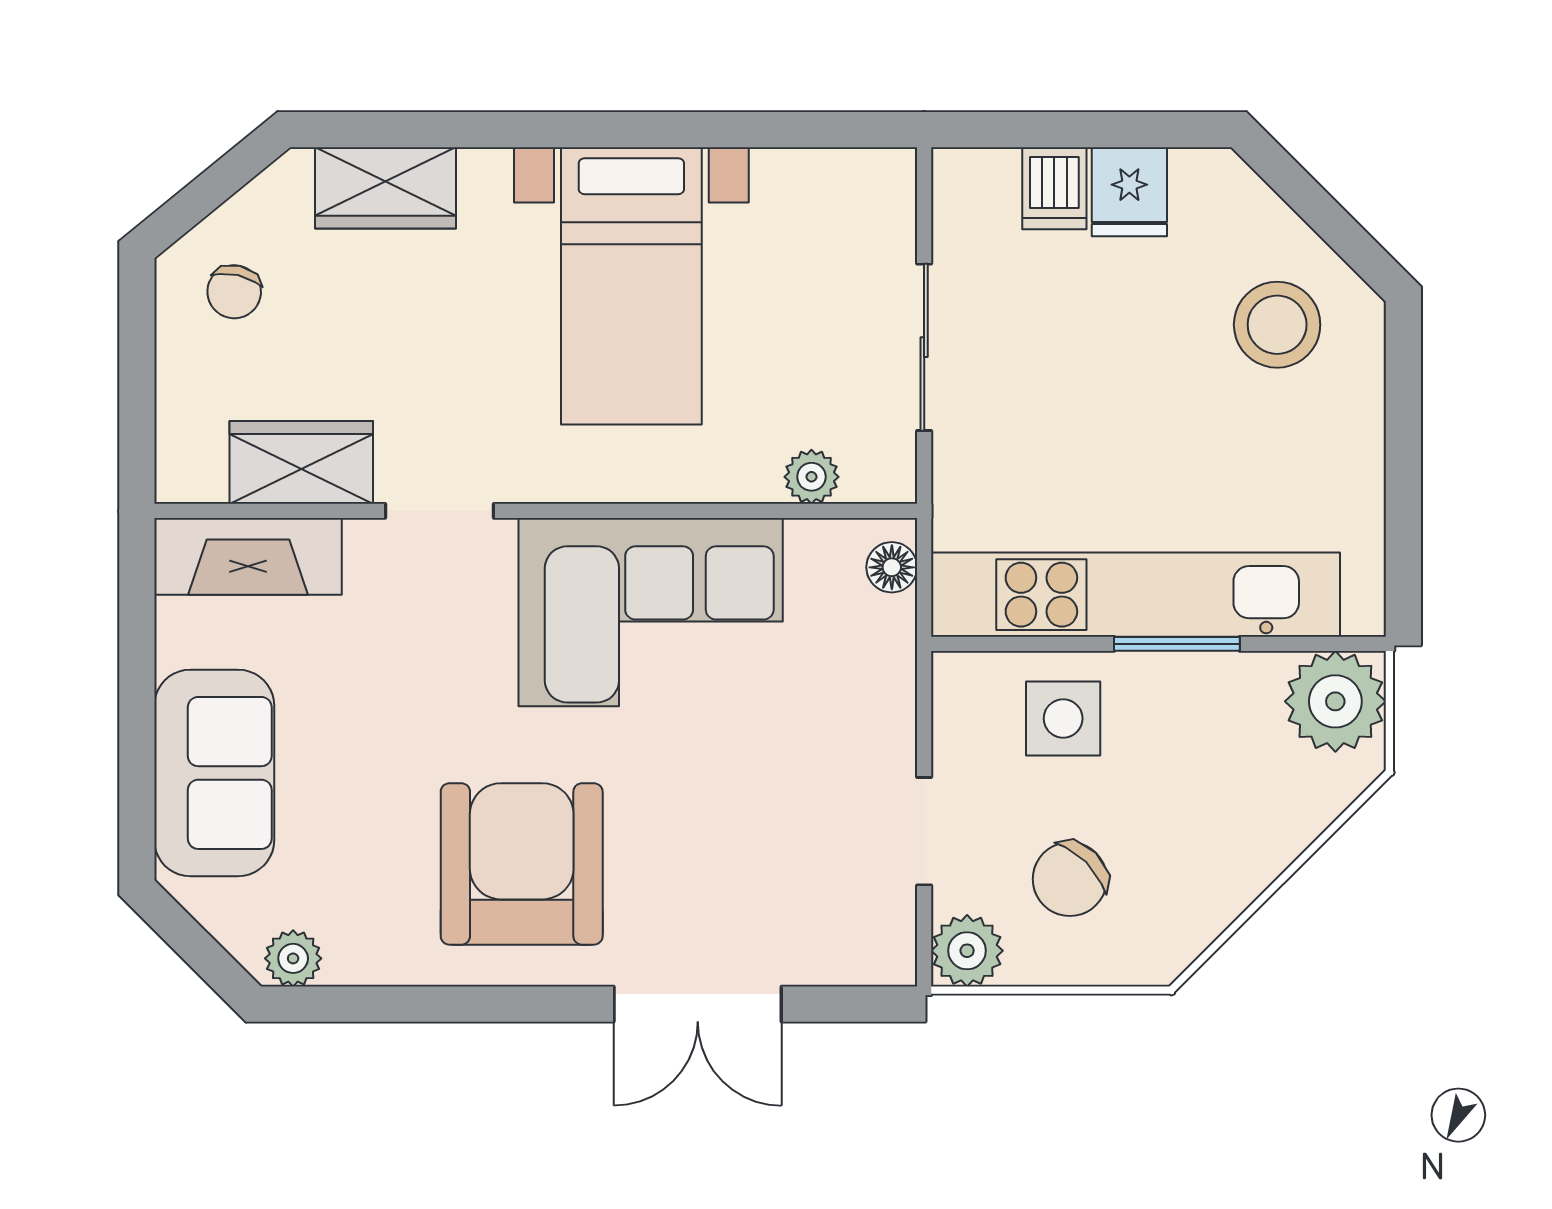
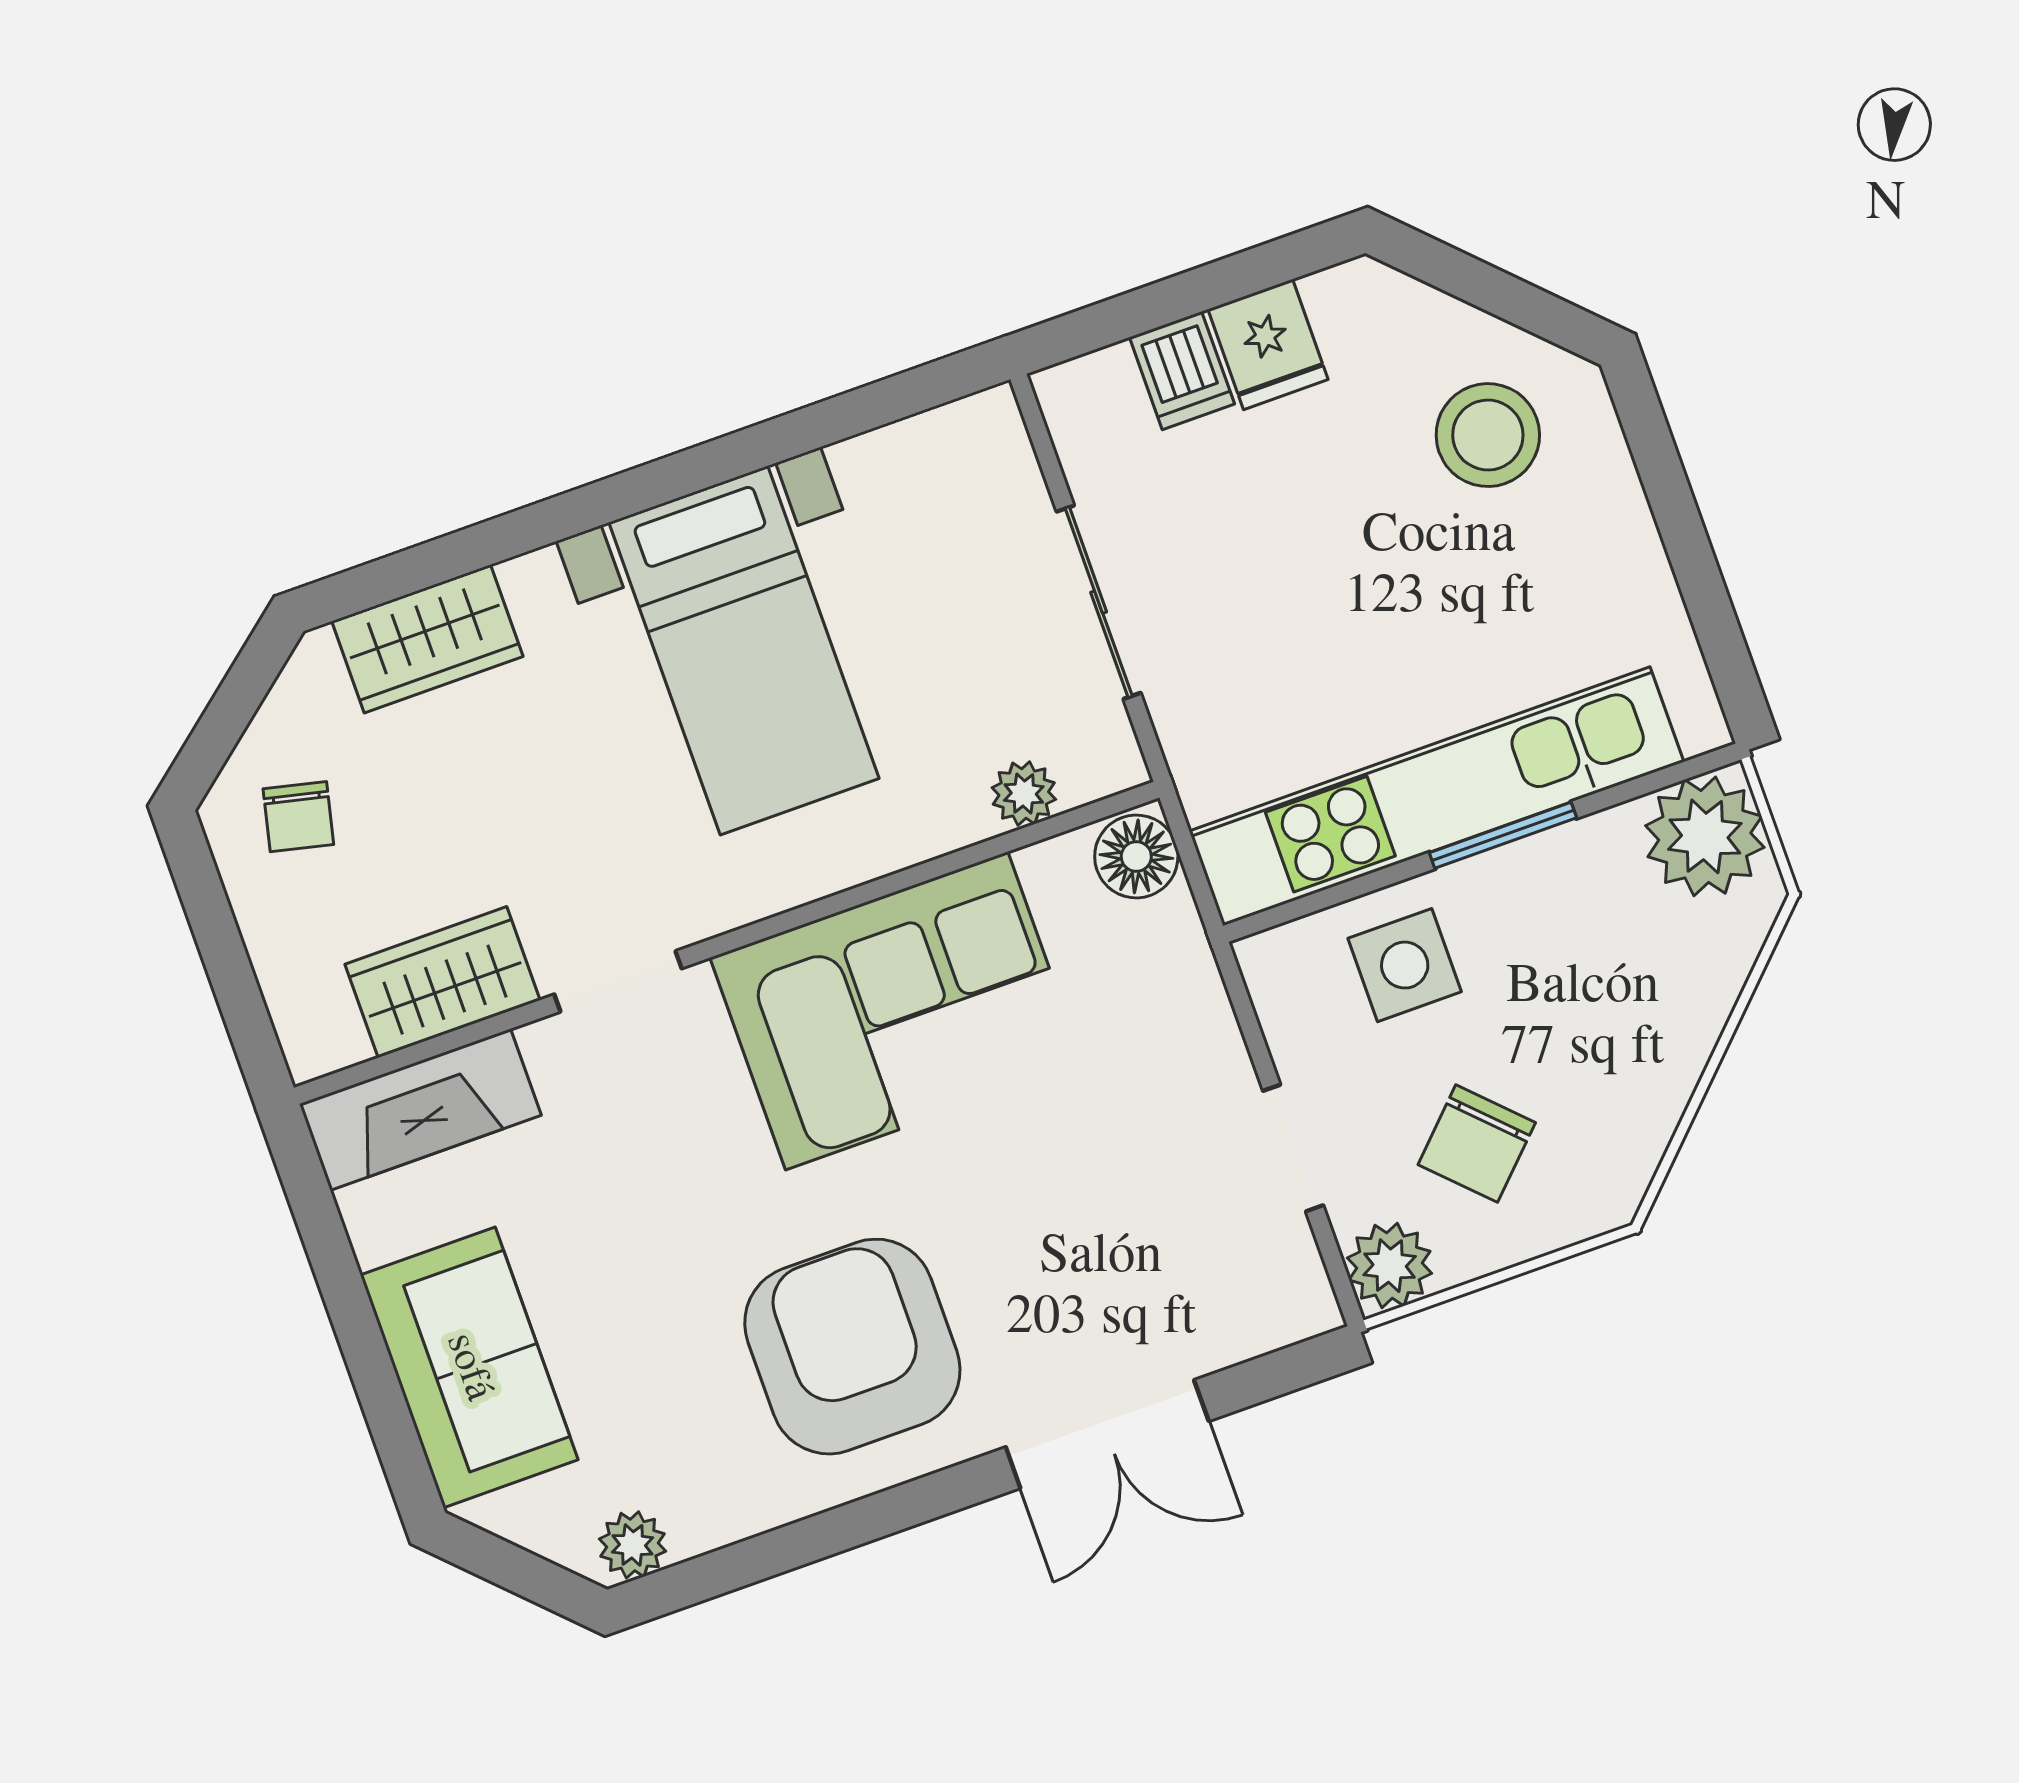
floor lamp: (892, 567) -> (1136, 856), width x1.37, depth x1.37

